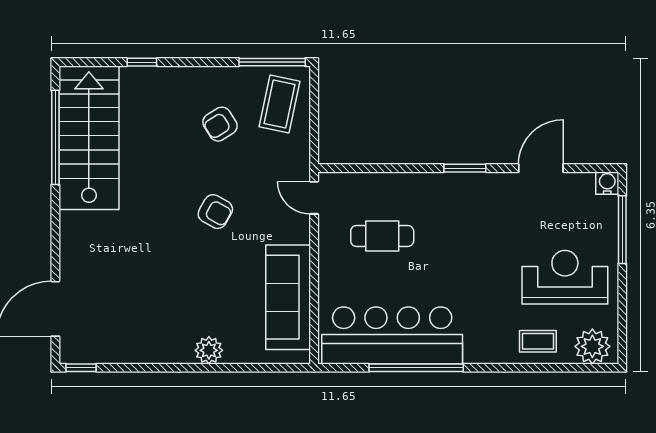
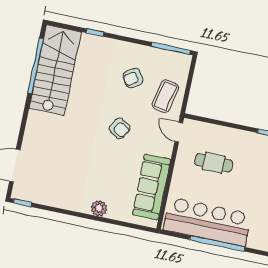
coffee table: (279, 104) -> (165, 96), moved

